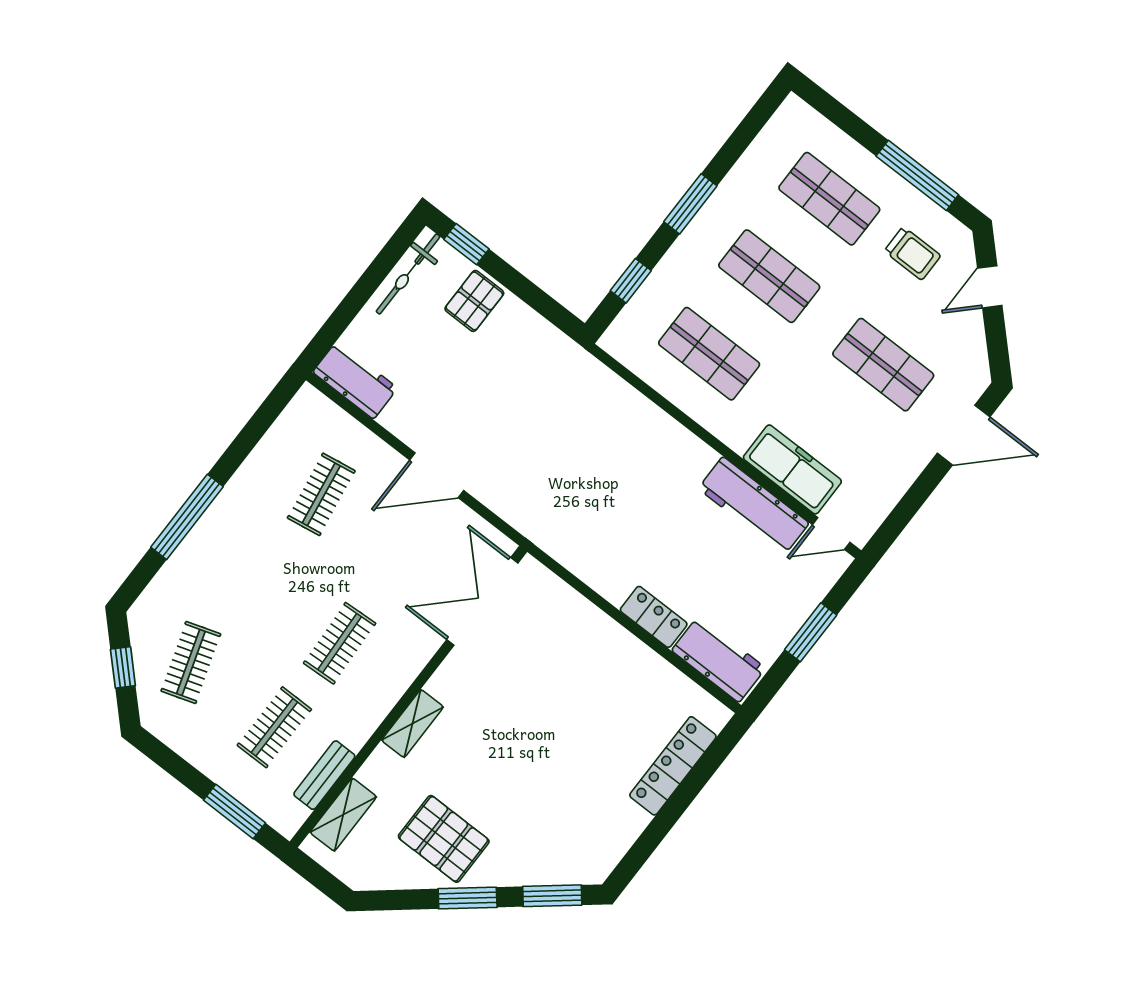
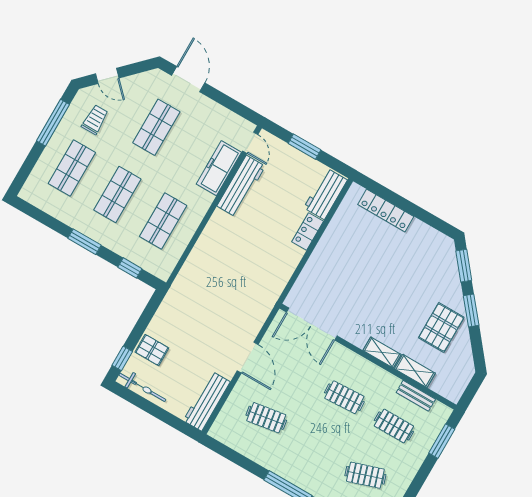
workbench: (355, 380) -> (207, 401), width x1.38
shelving: (343, 815) -> (415, 371), moved

